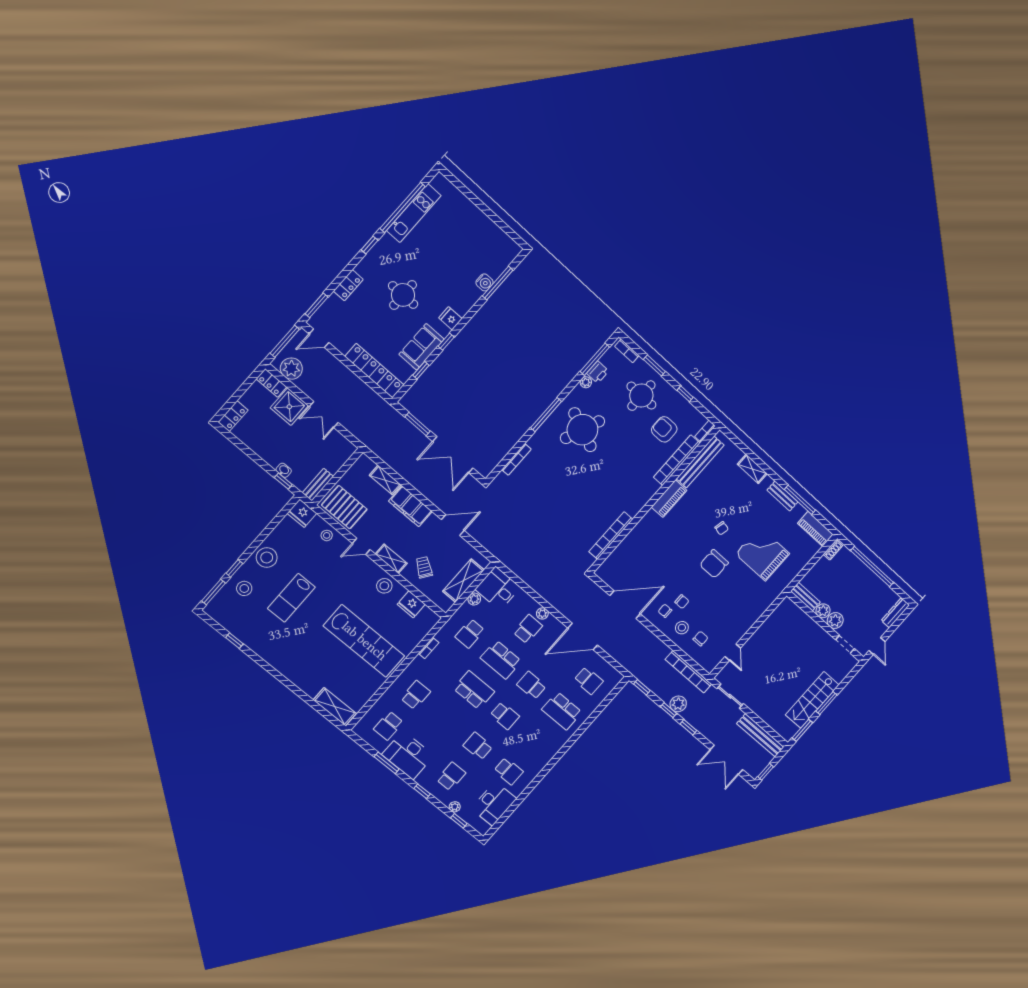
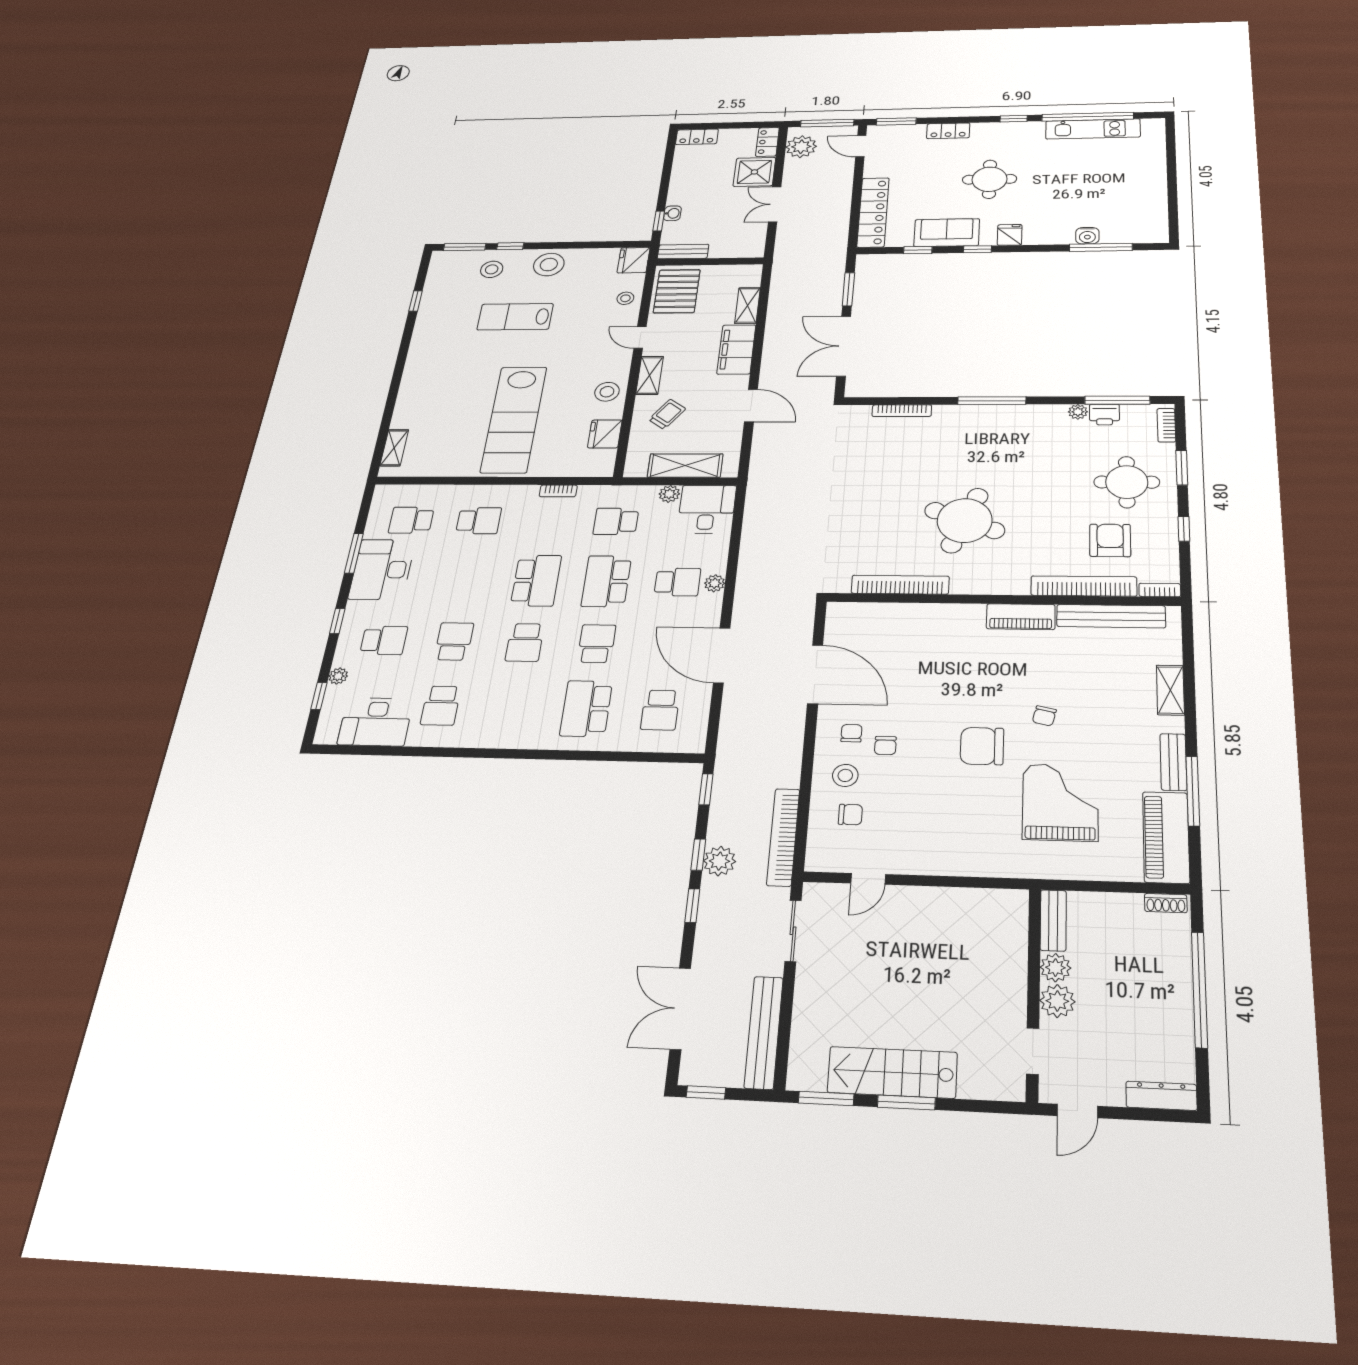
round table: (582, 430) -> (965, 520), moved
piano: (815, 529) -> (1166, 837), width x1.37, depth x1.33
shelving: (335, 707) -> (394, 448), width x0.67, depth x0.75

